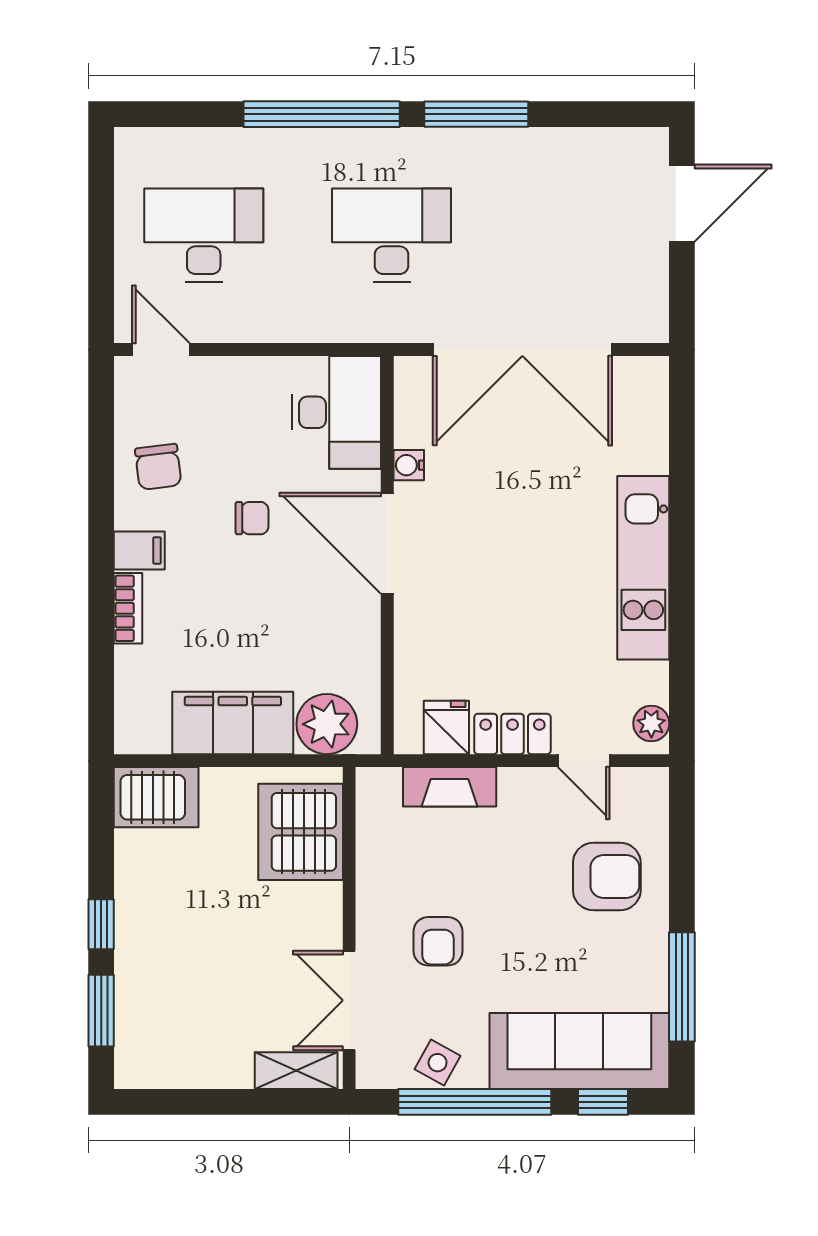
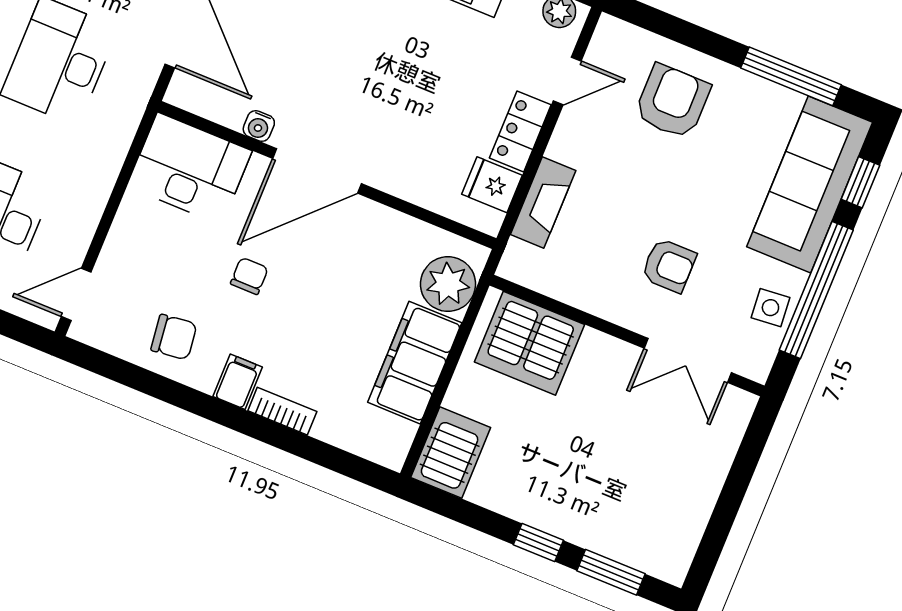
side table: (438, 1063) -> (770, 308), turned -34
shelving: (296, 1071) -> (728, 429), removed

